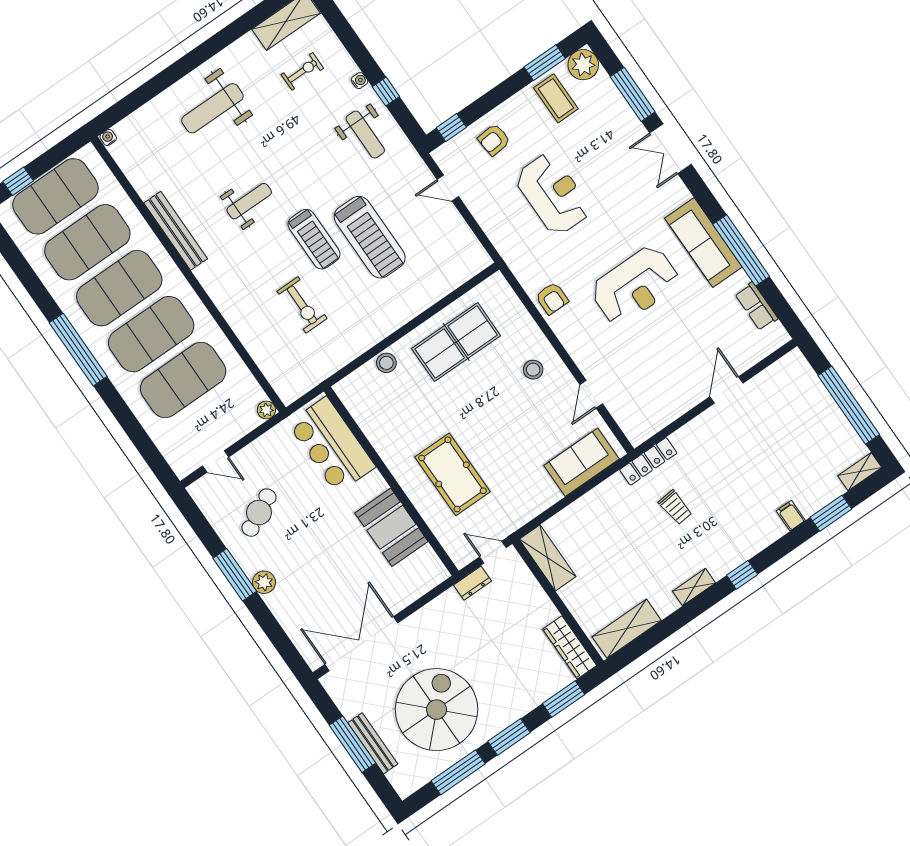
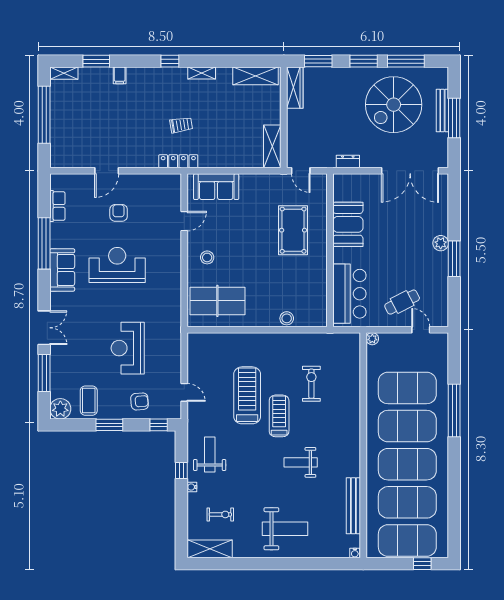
window: (545, 63) -> (109, 425), moved
exercise bike: (302, 71) -> (220, 514), turned 180
bench: (176, 231) -> (353, 506), moved
sofa: (703, 243) -> (62, 270), width x0.73
armchair: (552, 298) -> (119, 213), moved
table tennis table: (456, 342) -> (217, 301), moved
window: (78, 350) -> (454, 411), moved
trolley: (675, 507) -> (181, 125), turned 87
cafe table: (259, 513) -> (402, 302), moved
dresser: (472, 583) -> (348, 162), moved

